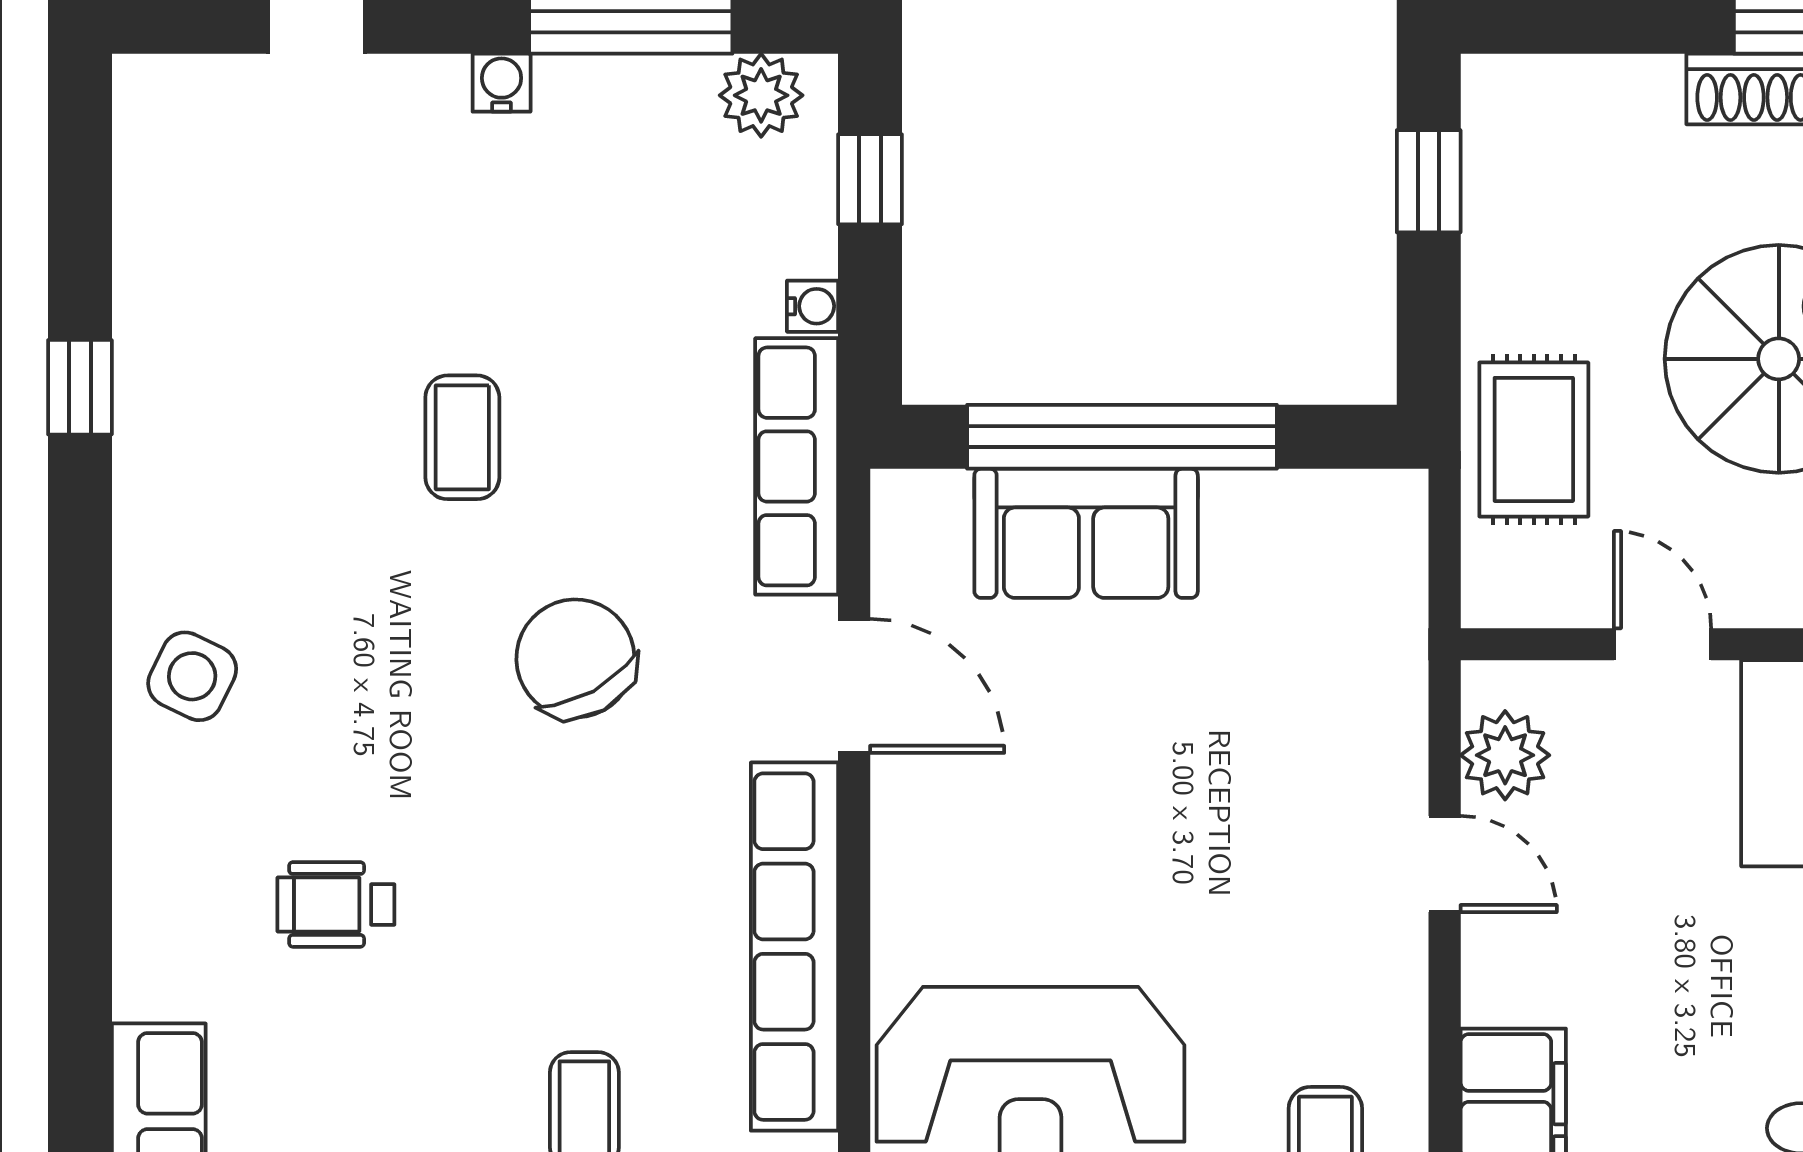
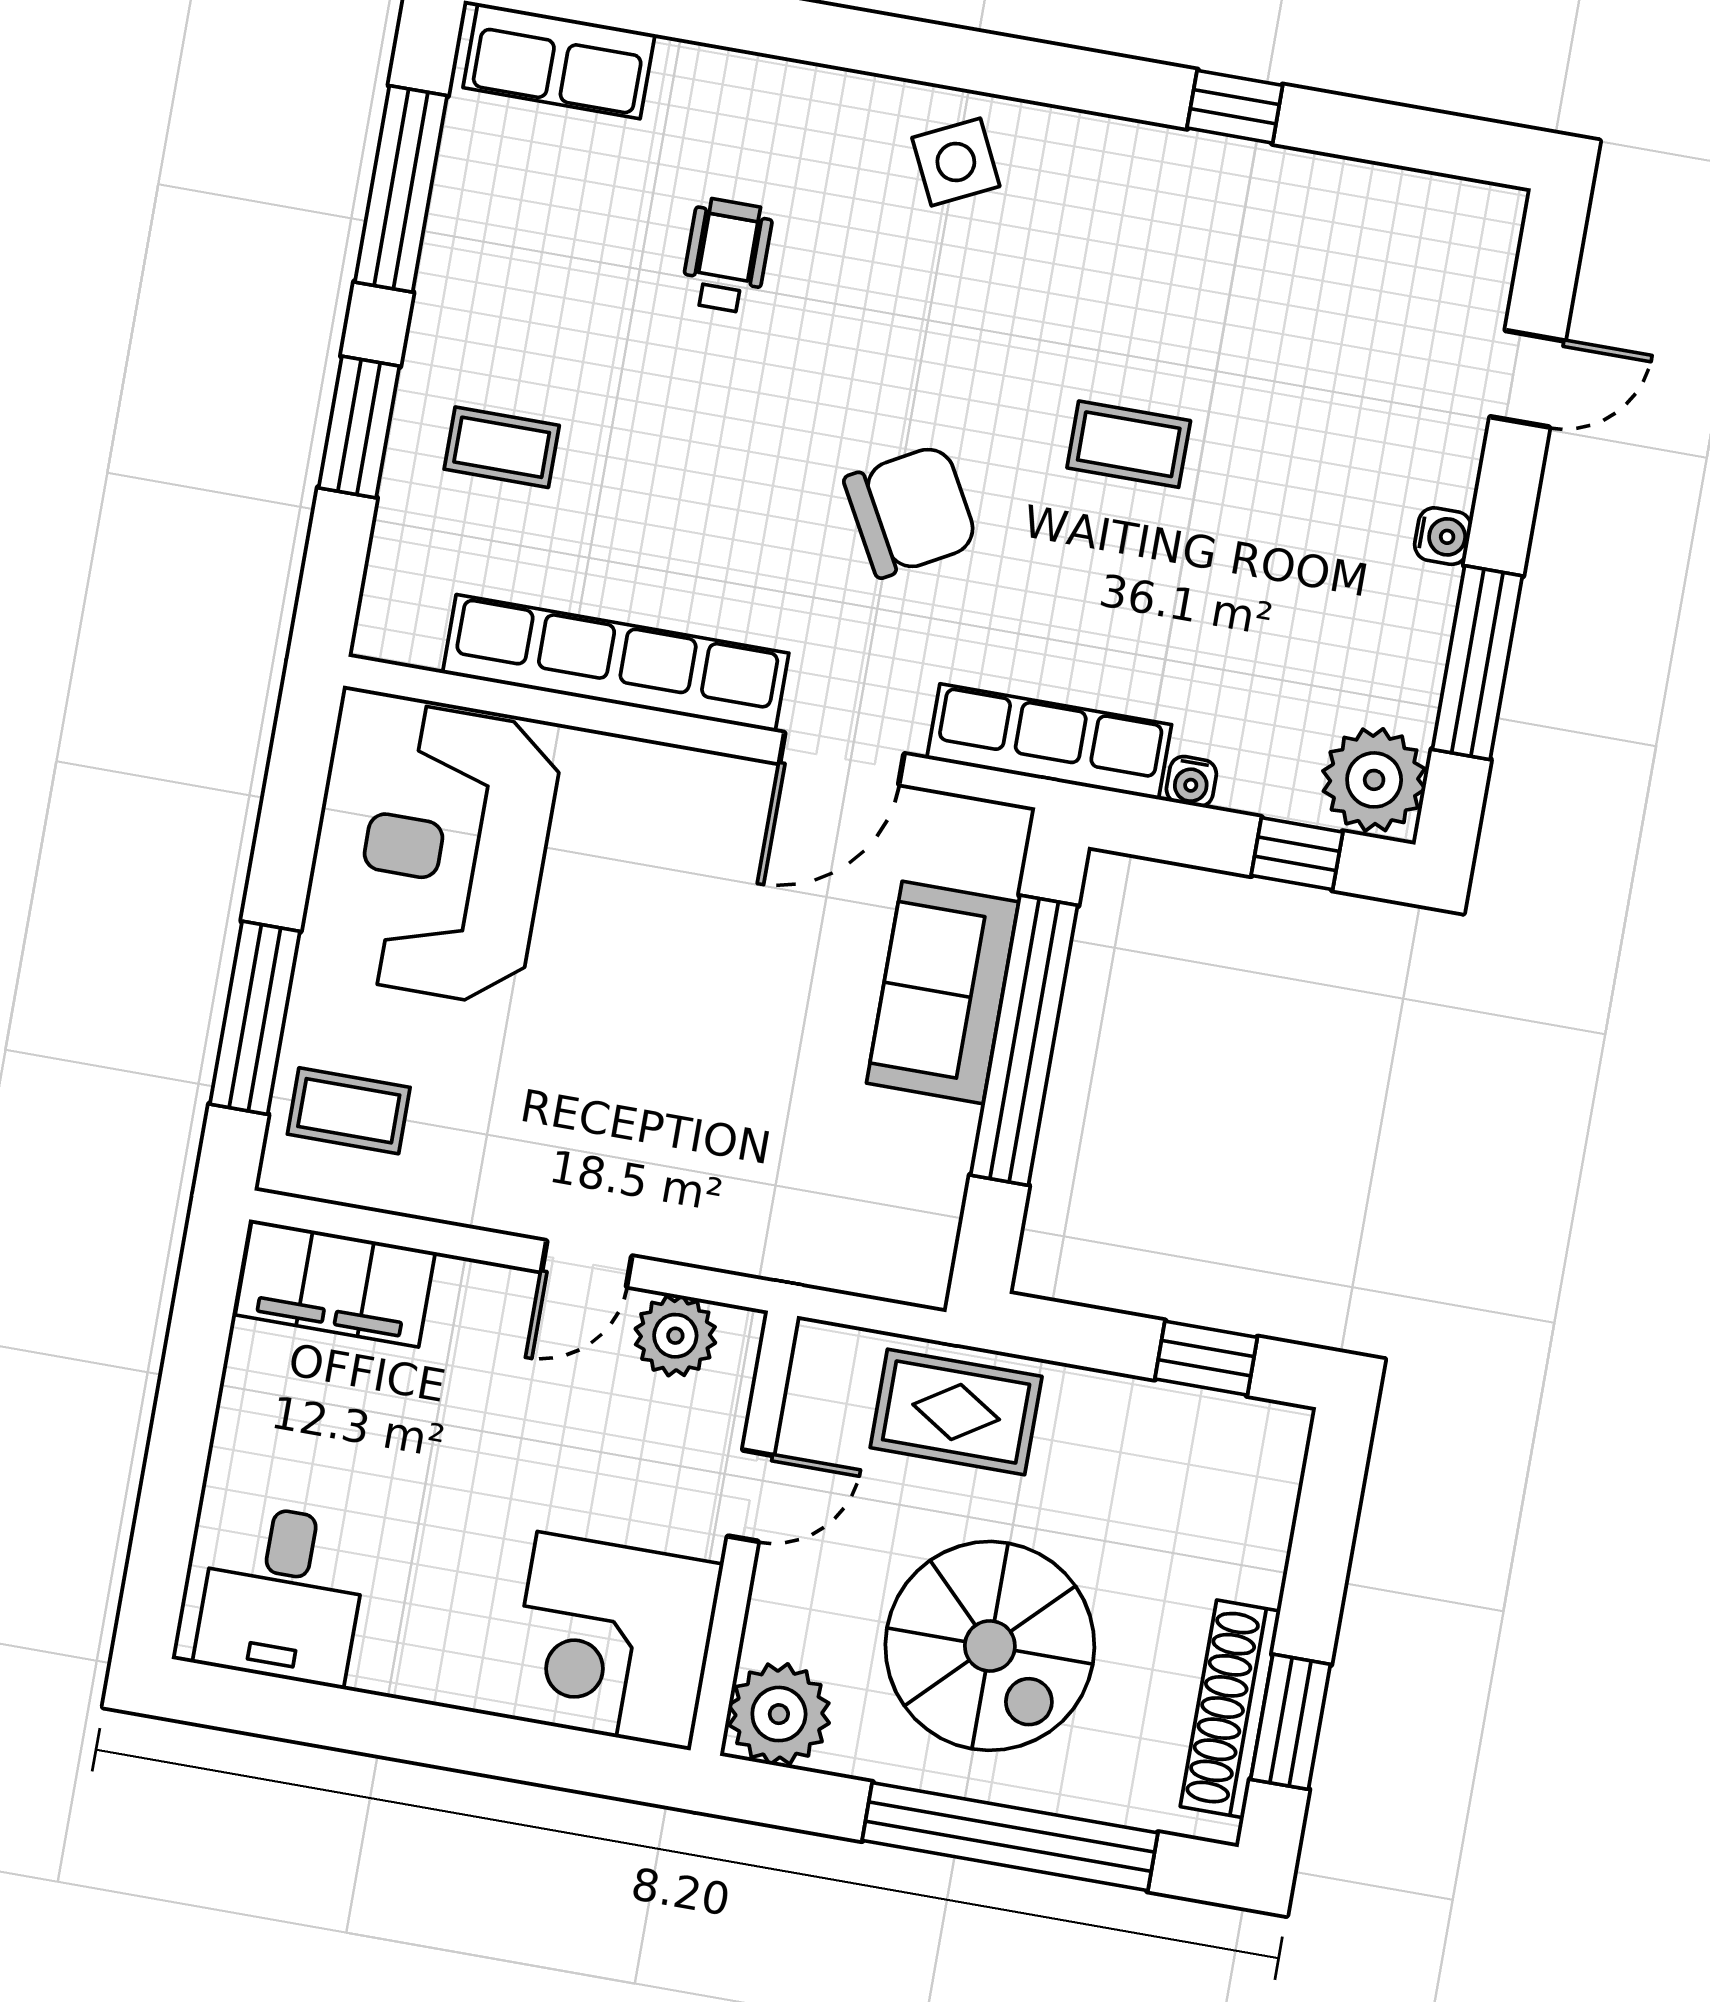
plant: (761, 95) -> (1374, 780), width x1.36, depth x1.36
side table: (192, 676) -> (956, 162), turned 38

